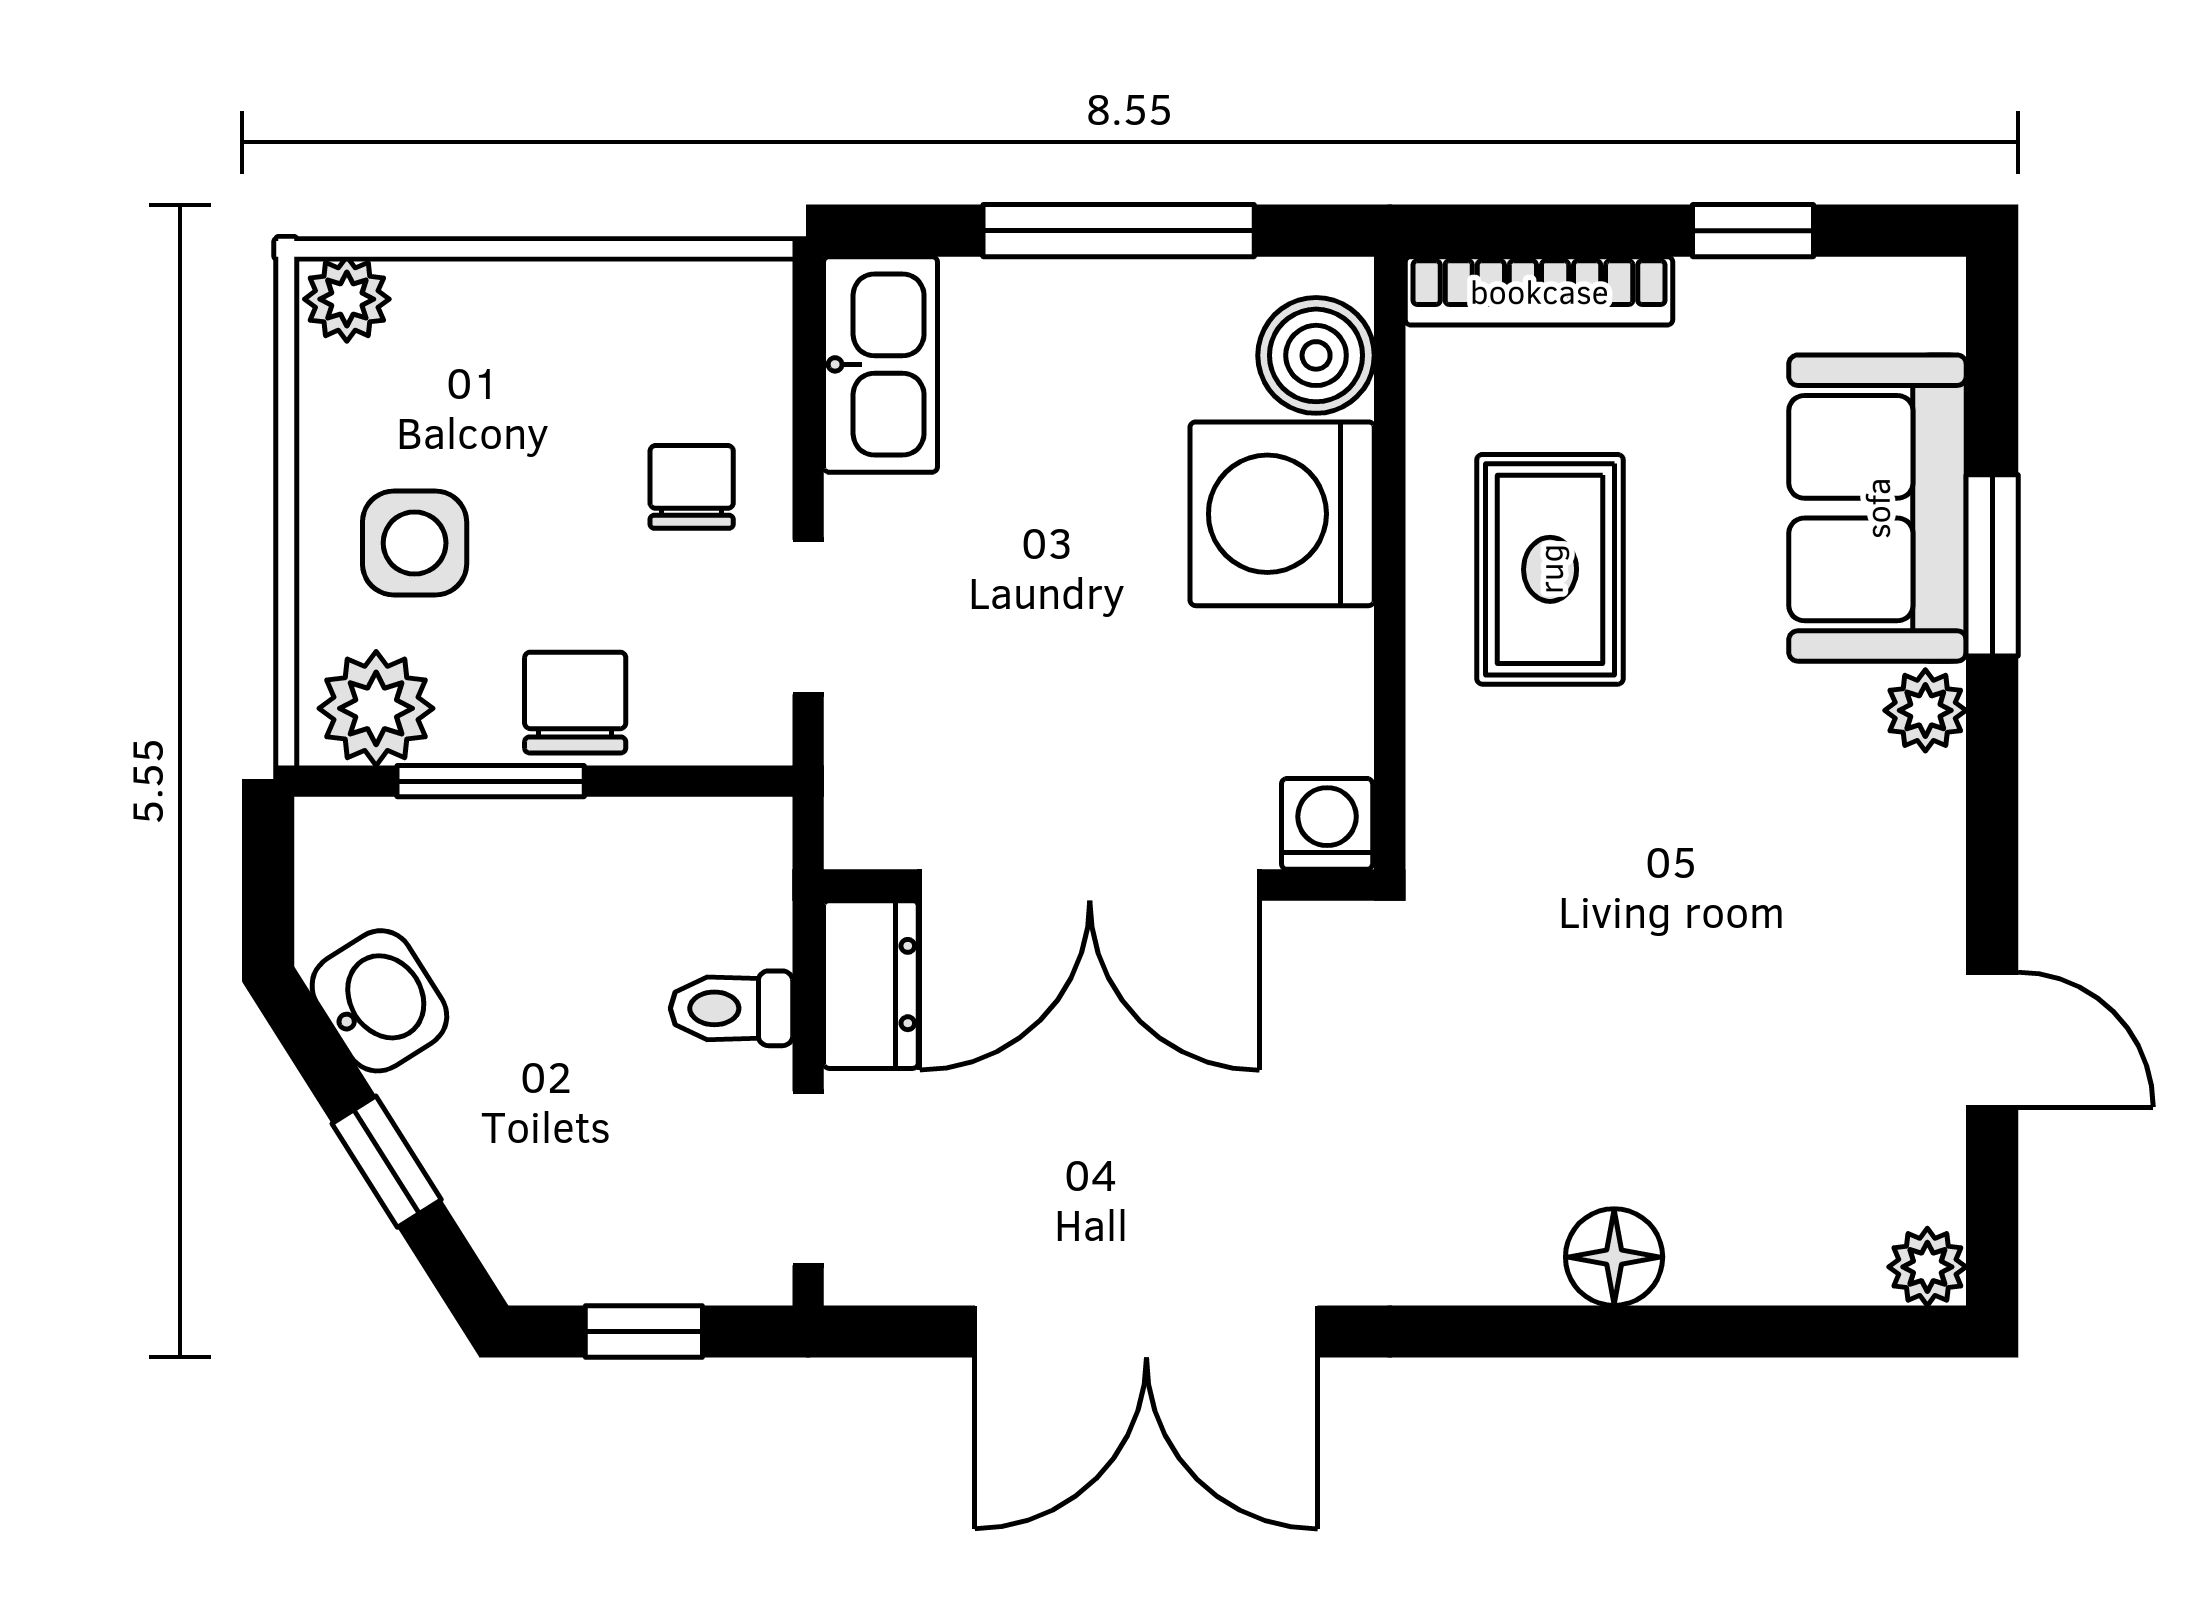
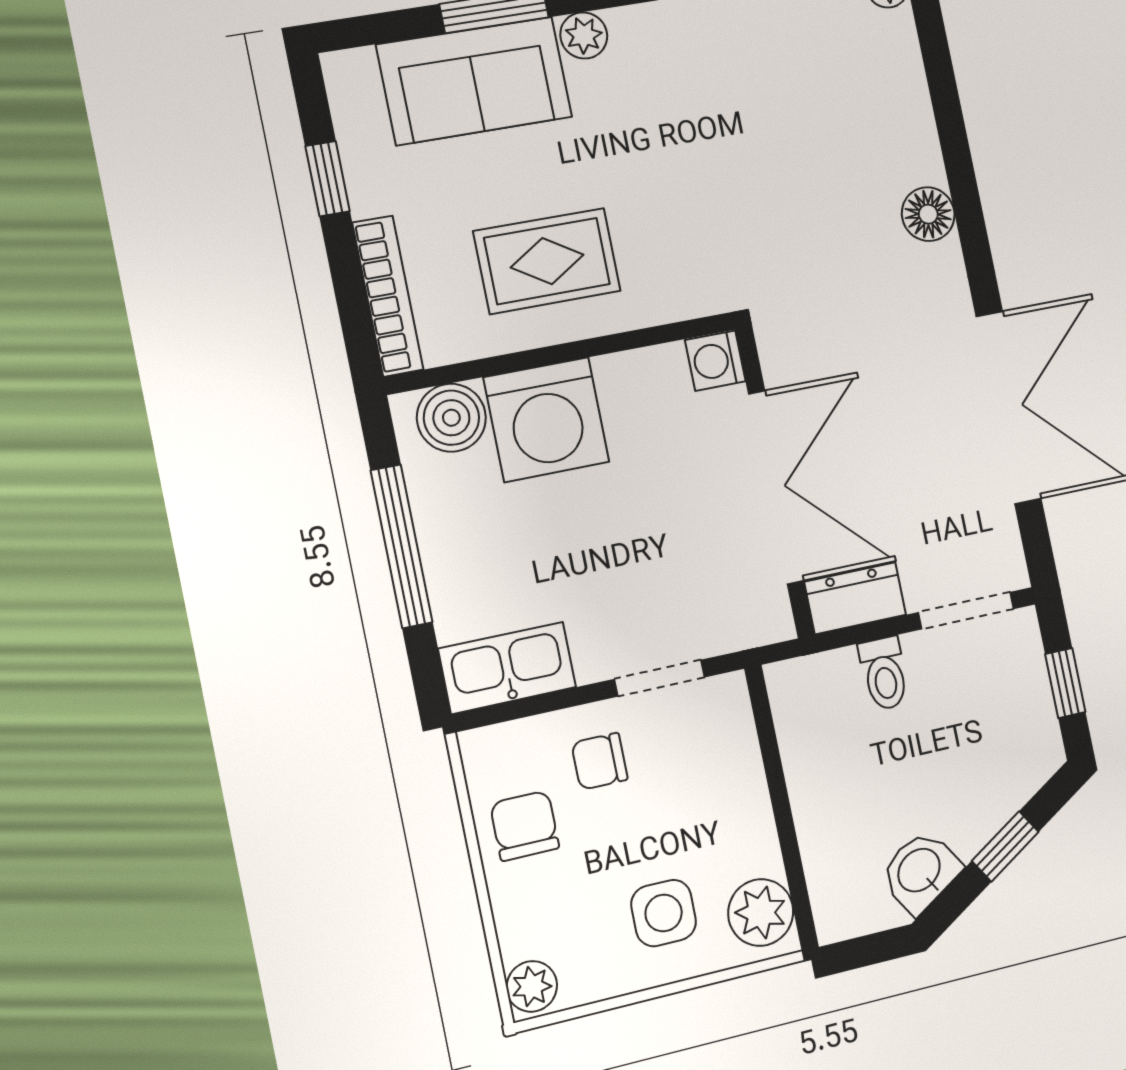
chair: (575, 703) -> (525, 826), moved, turned 90
window: (491, 781) -> (788, 838), removed
floor lamp: (1614, 1257) -> (928, 214), moved

